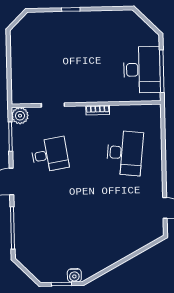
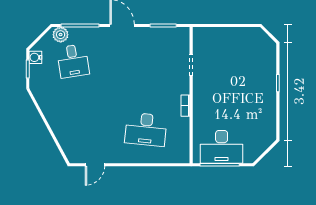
plant: (20, 116) -> (61, 35), moved
desk: (50, 155) -> (73, 61), moved
water cooler: (74, 275) -> (35, 57), moved

